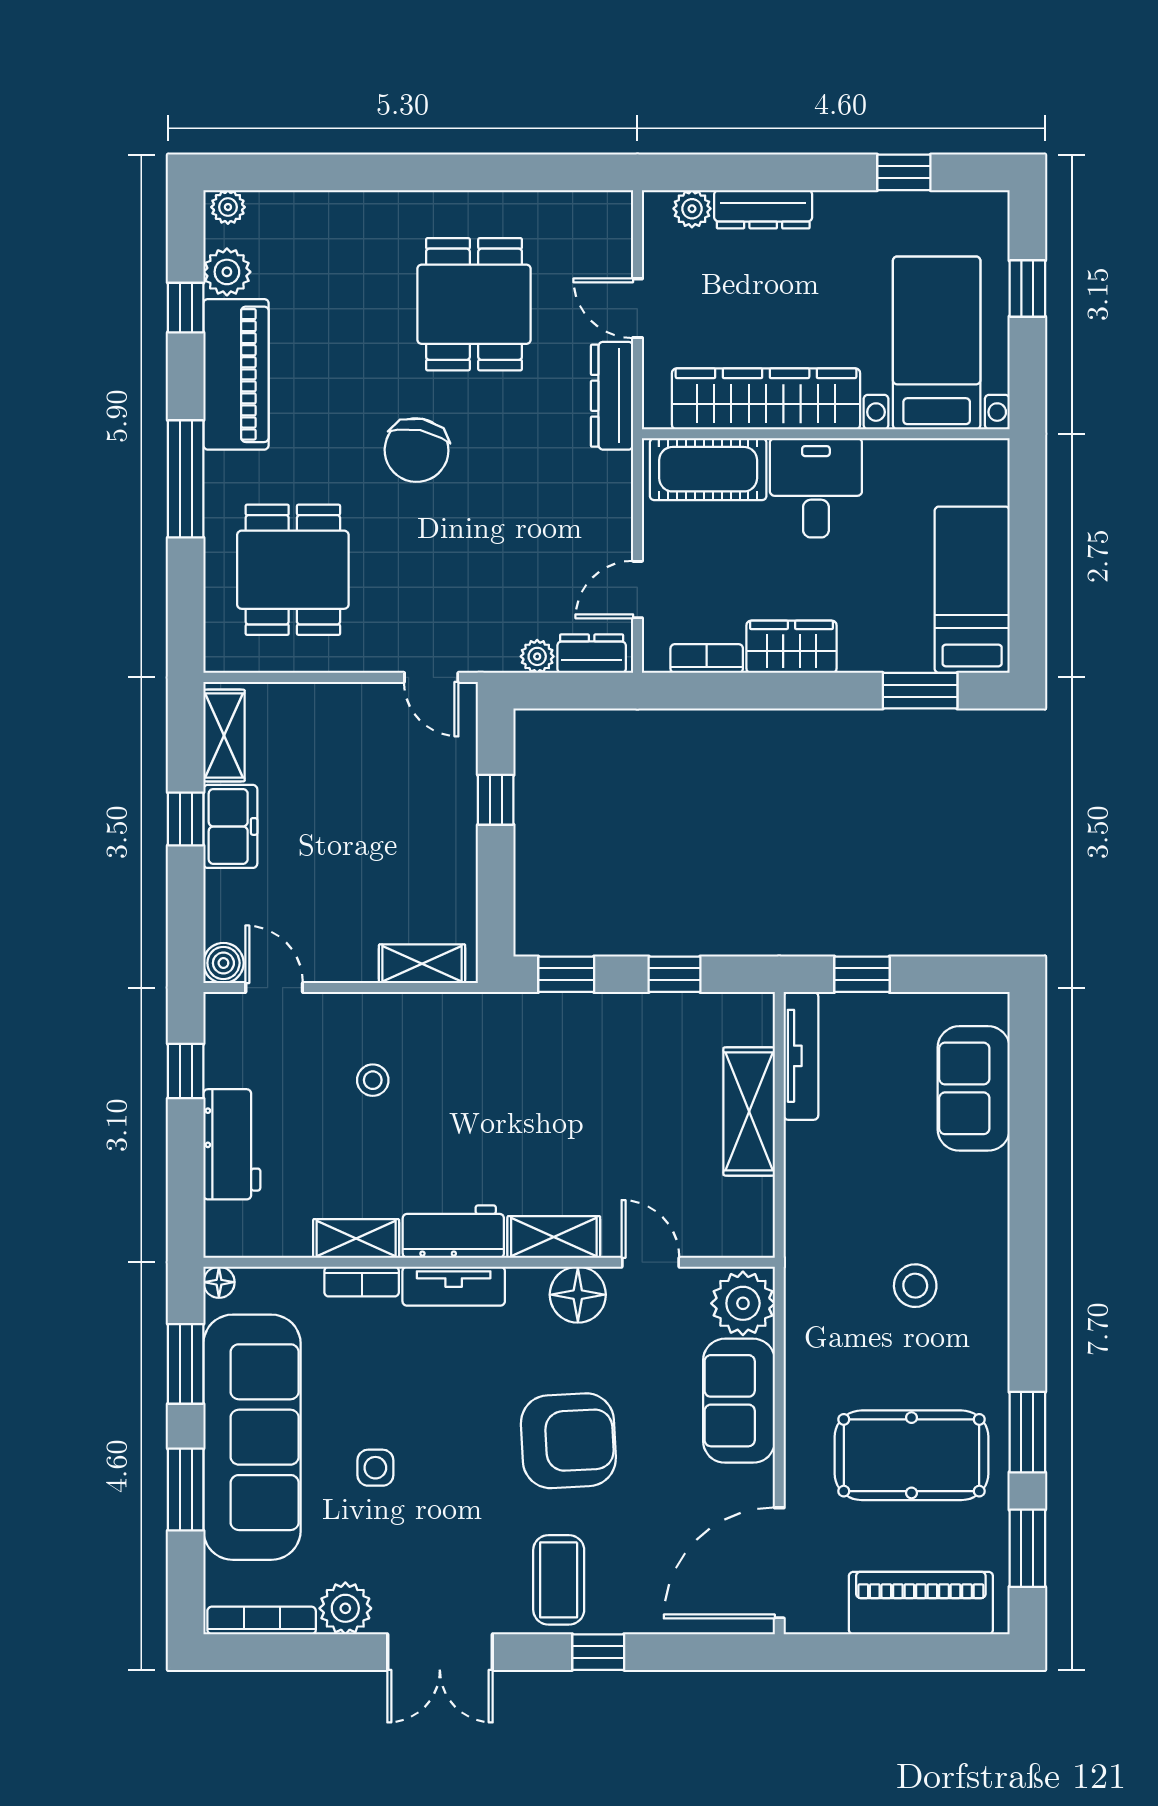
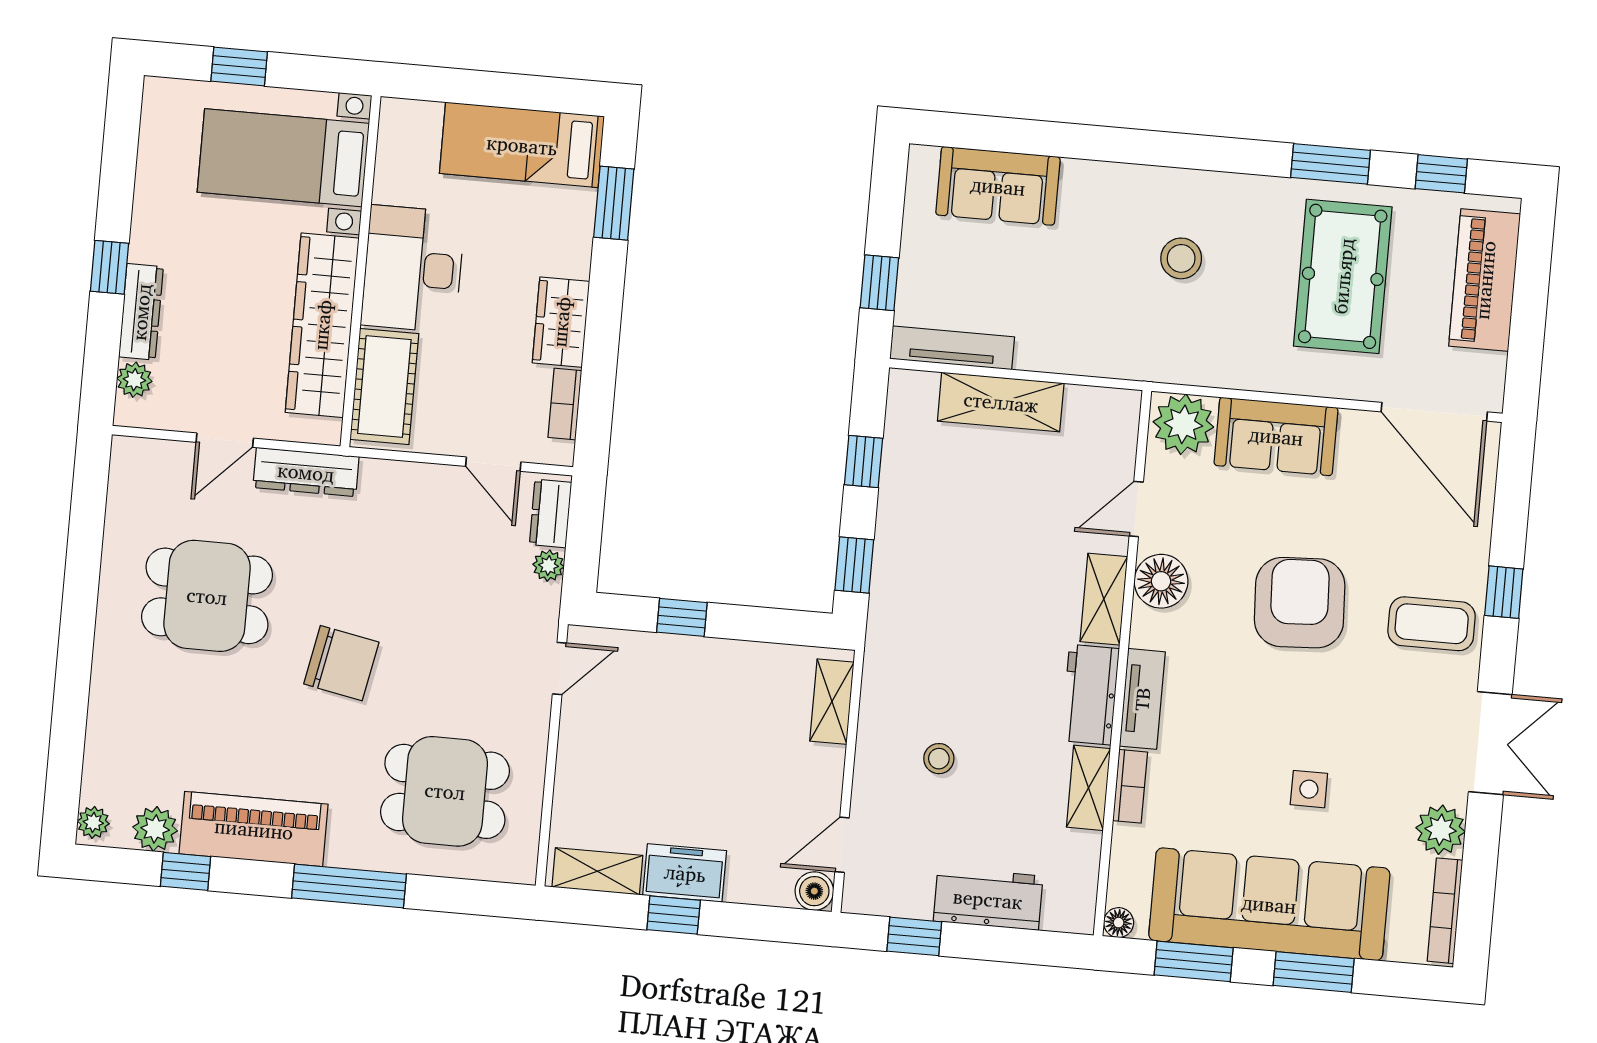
window: (904, 172) -> (109, 267), moved
desk: (816, 488) -> (413, 269), width x1.37
window: (1027, 1548) -> (1441, 174), width x0.67

